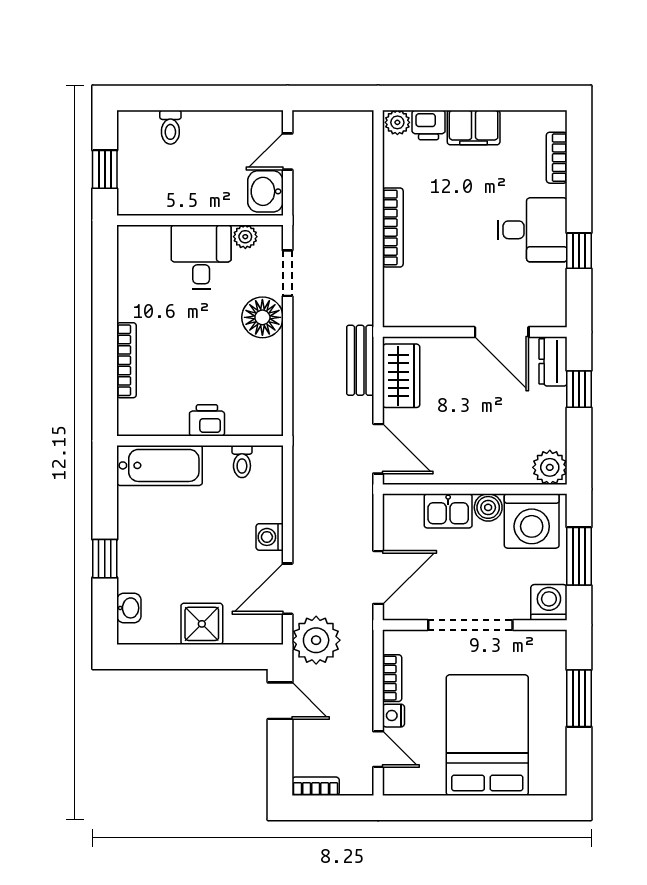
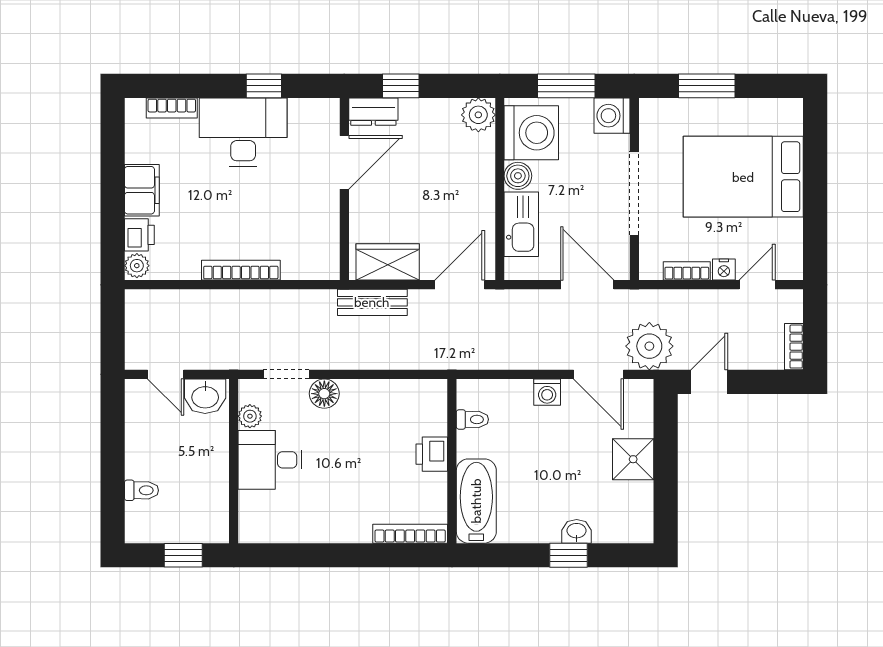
desk: (532, 230) -> (243, 132), width x1.37
floor lamp: (262, 317) -> (324, 394), width x0.73, depth x0.73
bookcase: (127, 360) -> (410, 534), moved
kitchen sink: (448, 511) -> (521, 224), width x1.38
washbasin: (129, 608) -> (577, 531), moved

